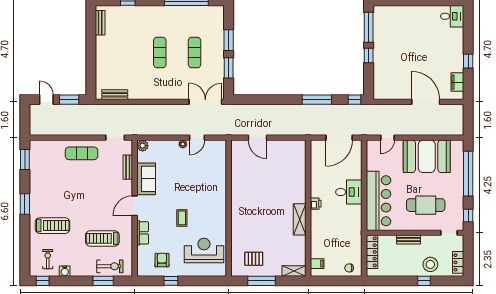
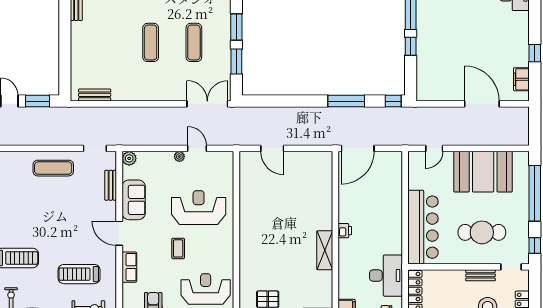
door: (197, 138) -> (197, 148), swing flipped
door: (339, 138) -> (358, 148), moved
reception desk: (198, 185) -> (199, 208), added
desk: (349, 192) -> (386, 276), moved, width x1.37
door: (135, 206) -> (119, 233), hinge flipped
bench: (409, 240) -> (480, 275), moved

